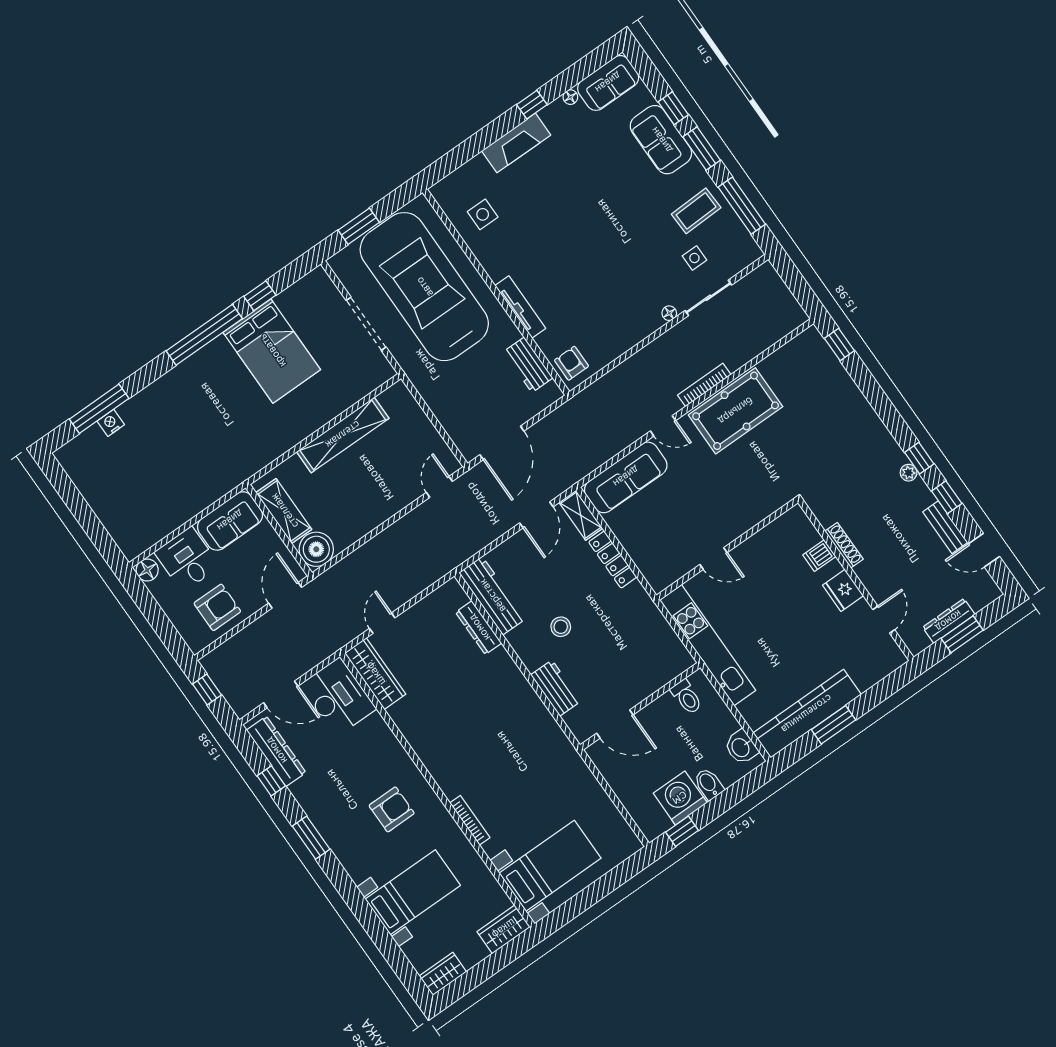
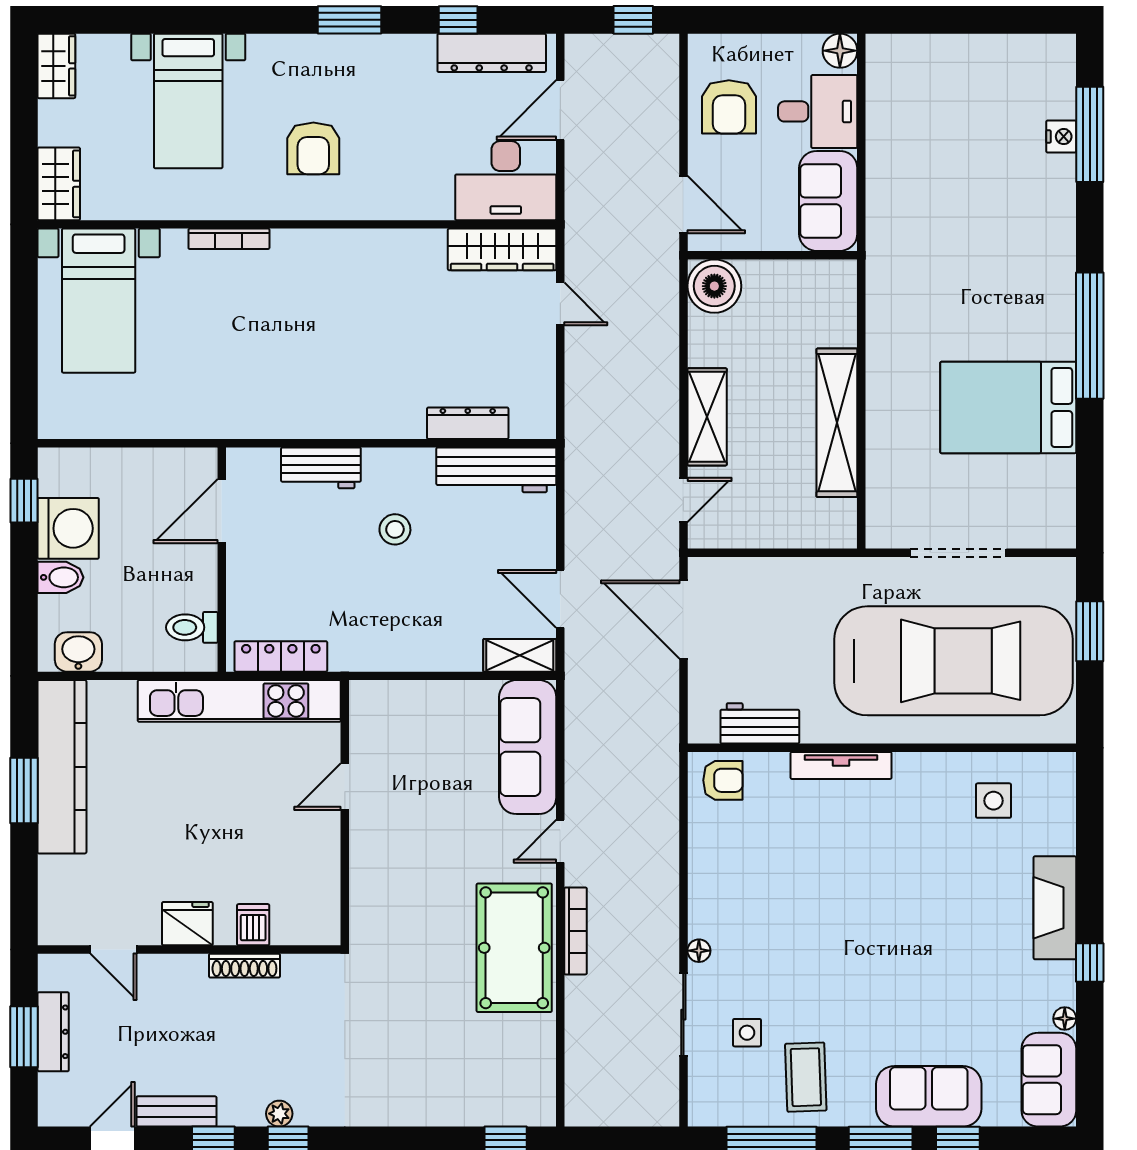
window: (260, 296) -> (1090, 442), removed
door: (439, 487) -> (683, 500), hinge flipped
shelving: (284, 511) -> (707, 417), moved, turned 90
locker: (613, 560) -> (281, 656), moved

